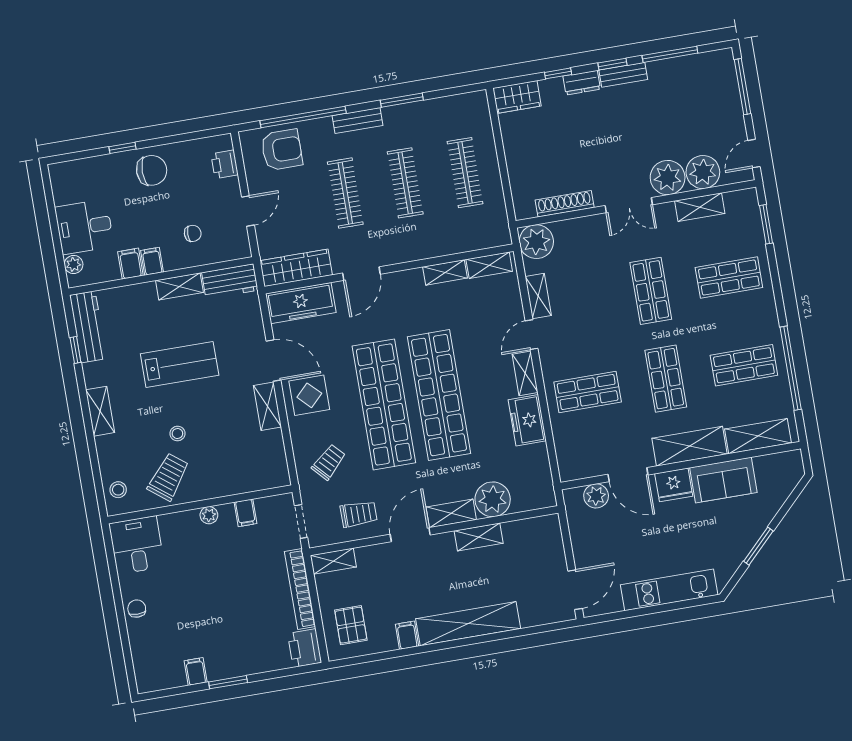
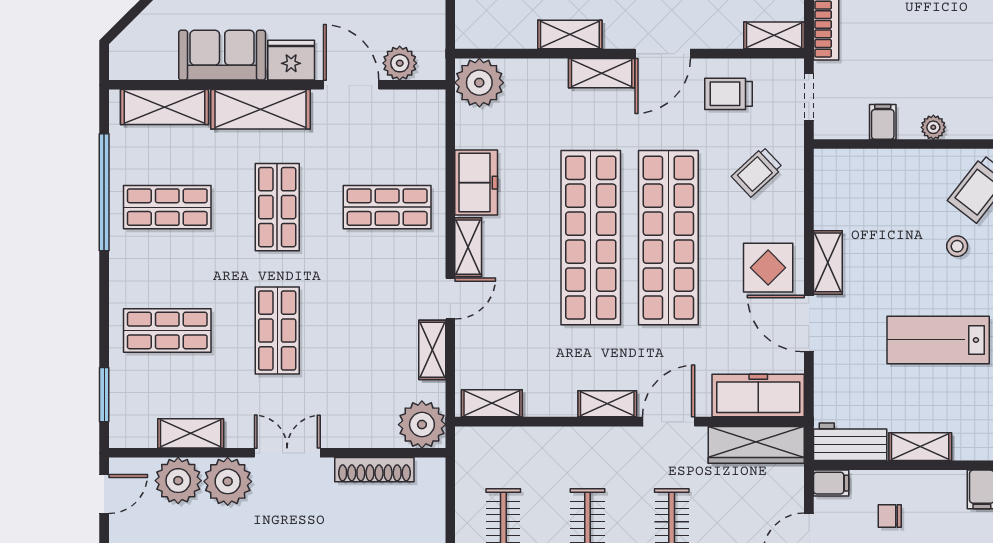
filing cabinet: (152, 261) -> (831, 483), moved, turned -90
shelving: (445, 272) -> (607, 404), moved
plant: (493, 499) -> (479, 83), moved

